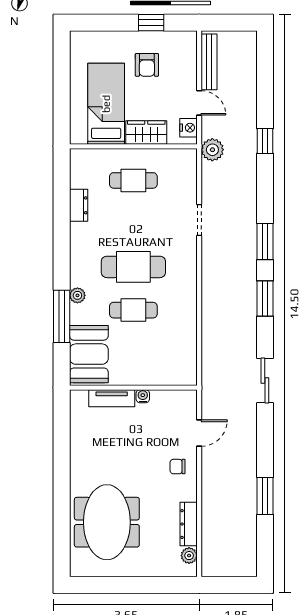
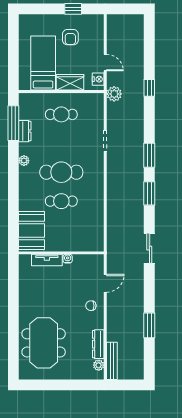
bench: (209, 62) -> (112, 361), moved
plant: (77, 295) -> (24, 161), moved
window: (62, 316) -> (13, 123), moved

